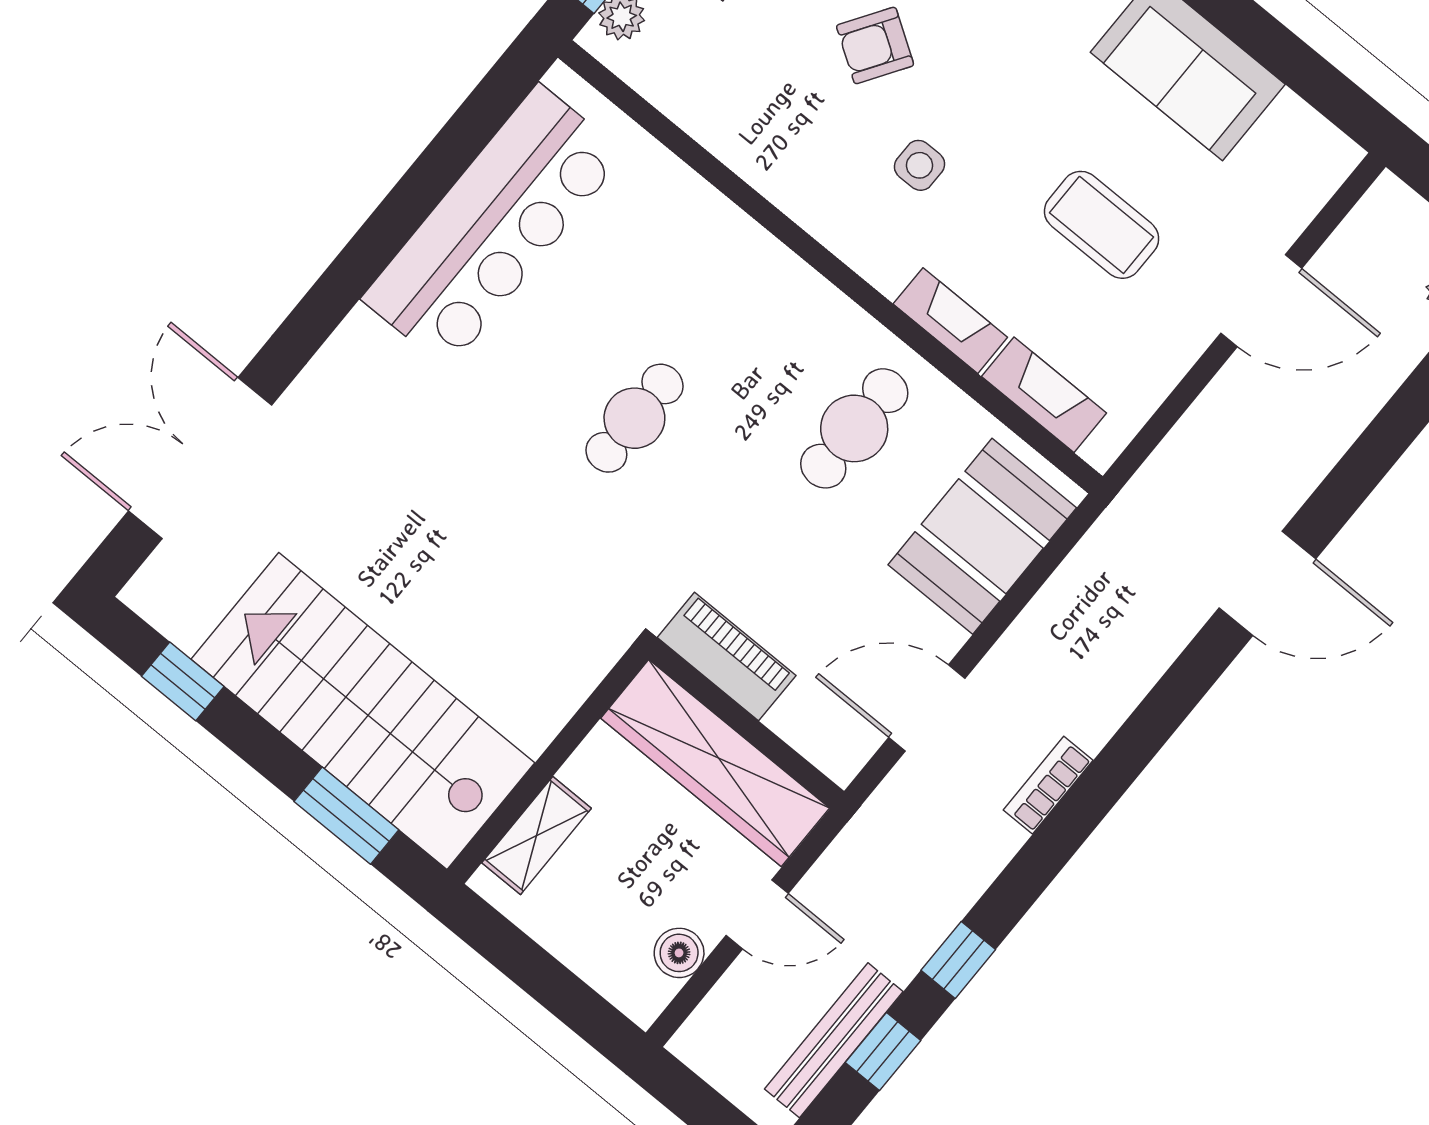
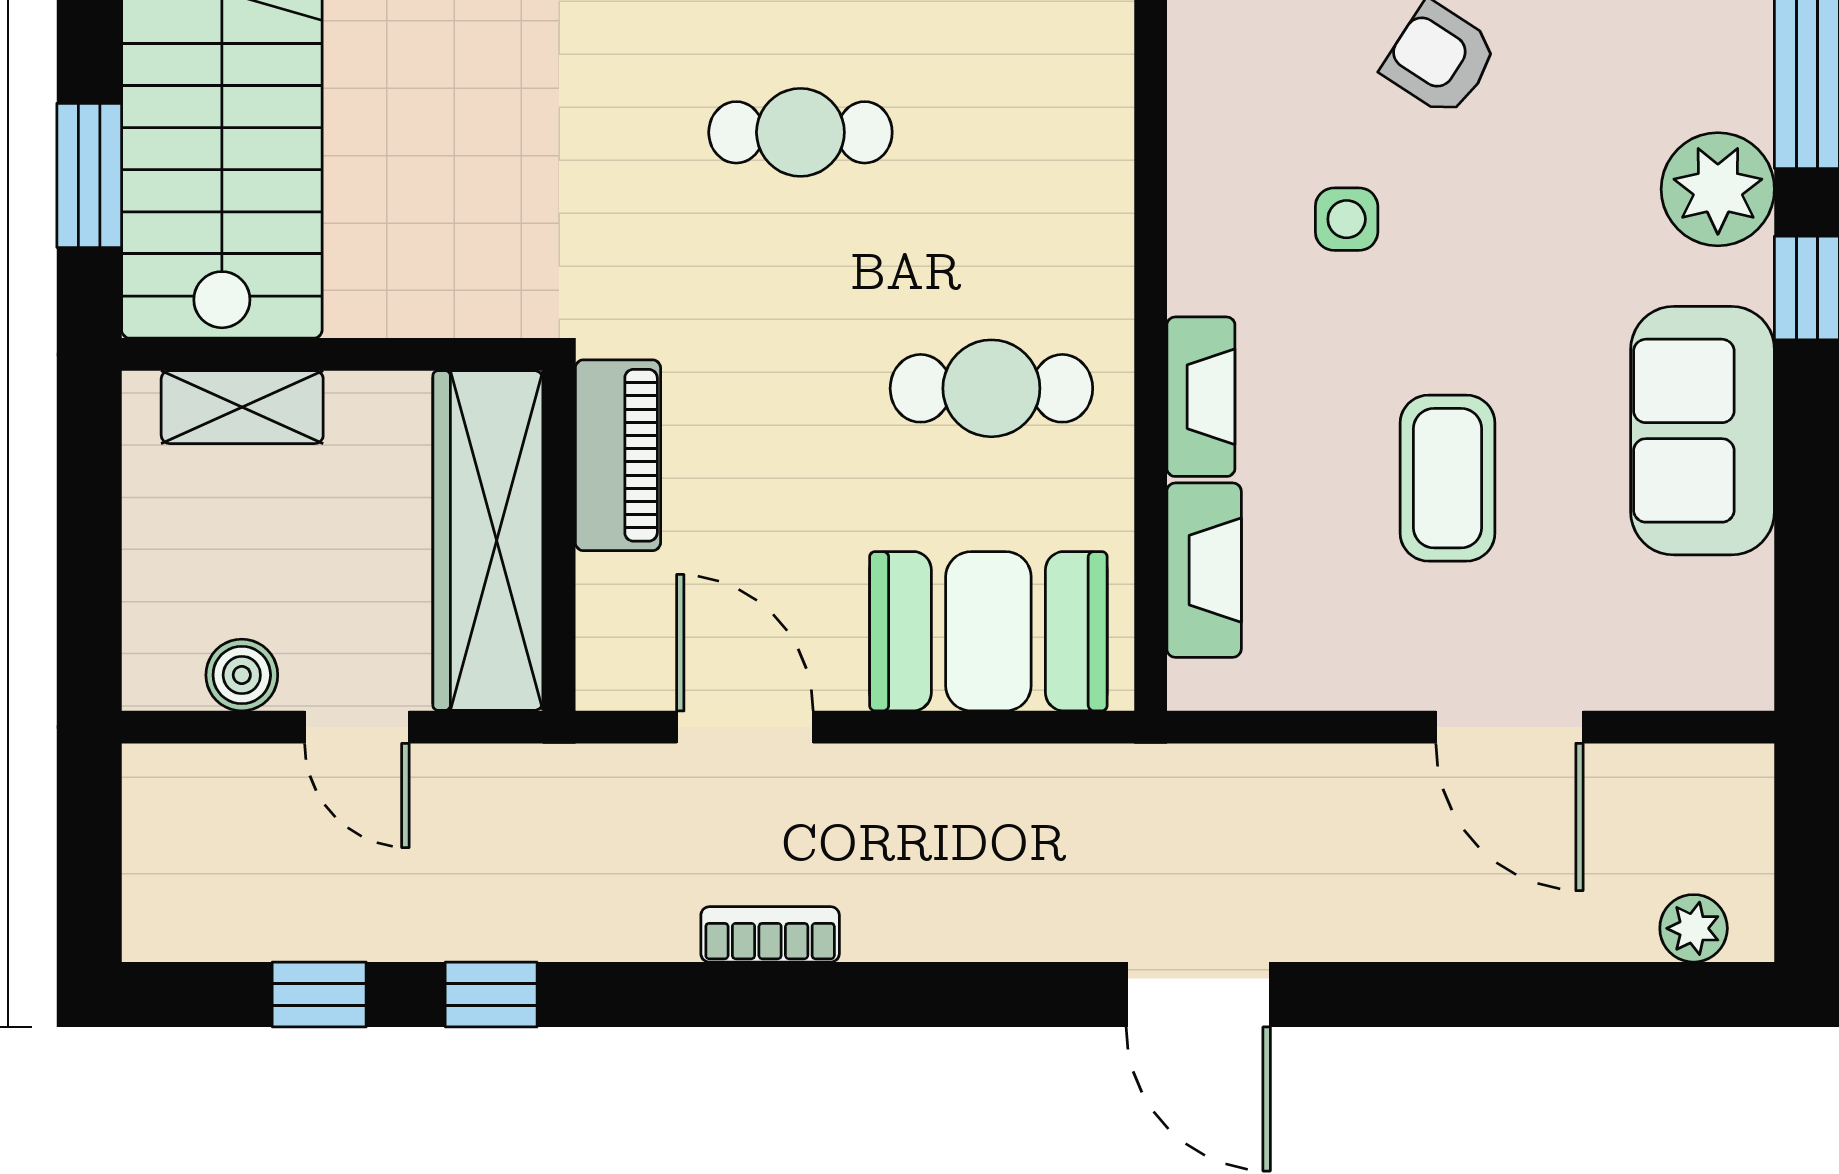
bench: (834, 1040) -> (286, 929), removed

